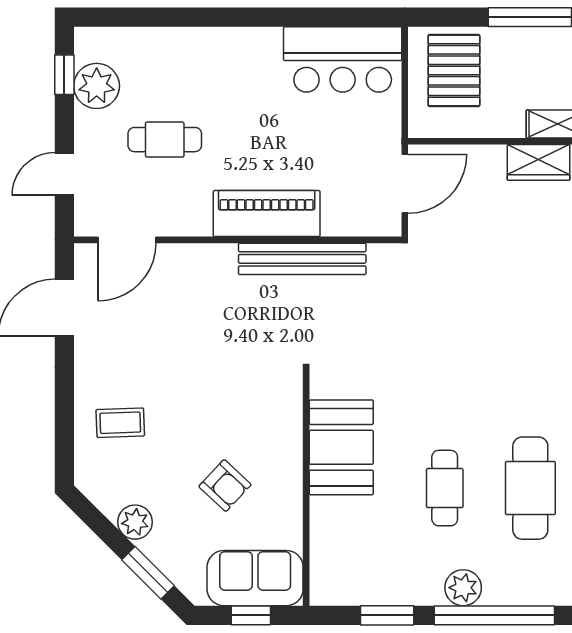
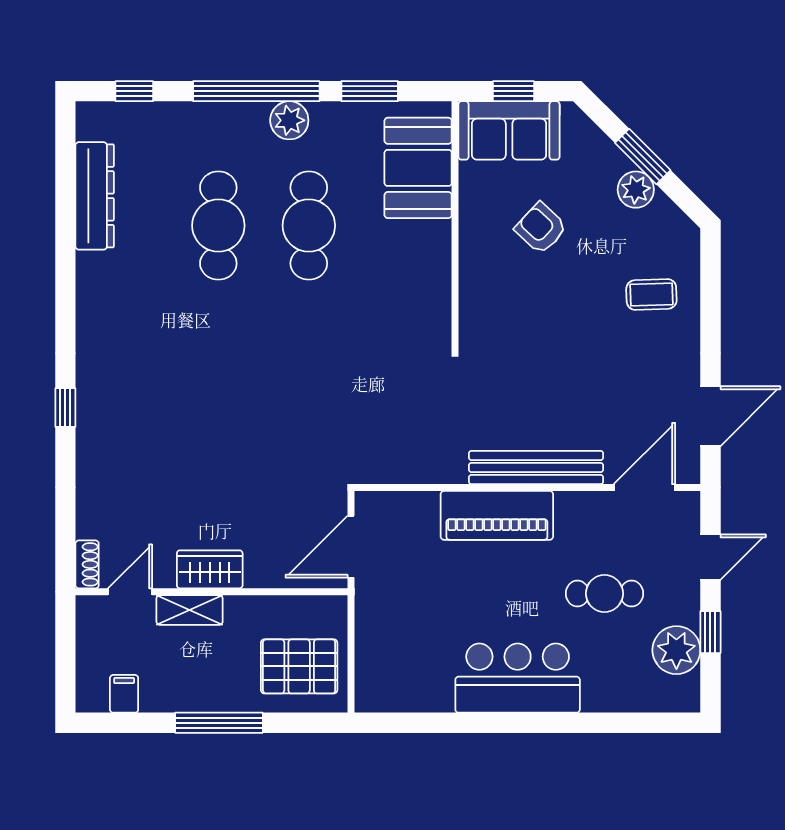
bar counter: (343, 59) -> (518, 678), moved
pallet: (454, 70) -> (299, 666), turned 90
window: (64, 75) -> (710, 632), moved
bench: (302, 259) -> (536, 468), moved
booth: (341, 447) -> (418, 168), moved
cafe table: (445, 488) -> (309, 226), width x1.37, depth x1.35
window: (148, 573) -> (643, 157), moved

